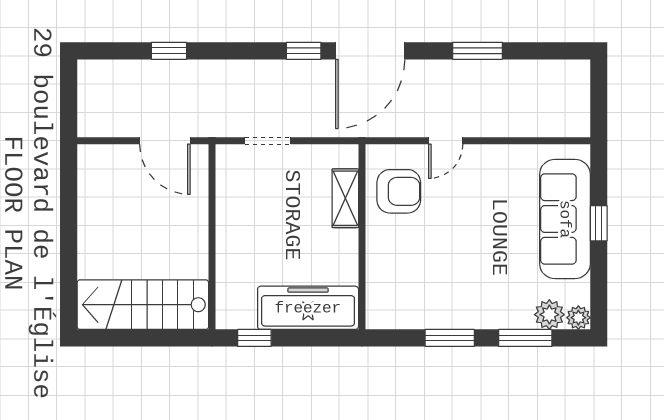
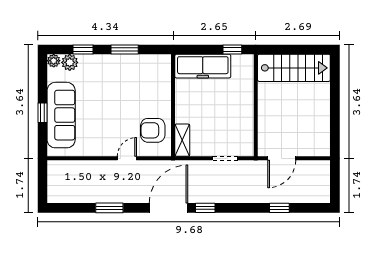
door: (165, 141) -> (282, 158), swing flipped
shelving: (345, 198) -> (182, 140), moved
window: (525, 338) -> (83, 49), width x0.67

